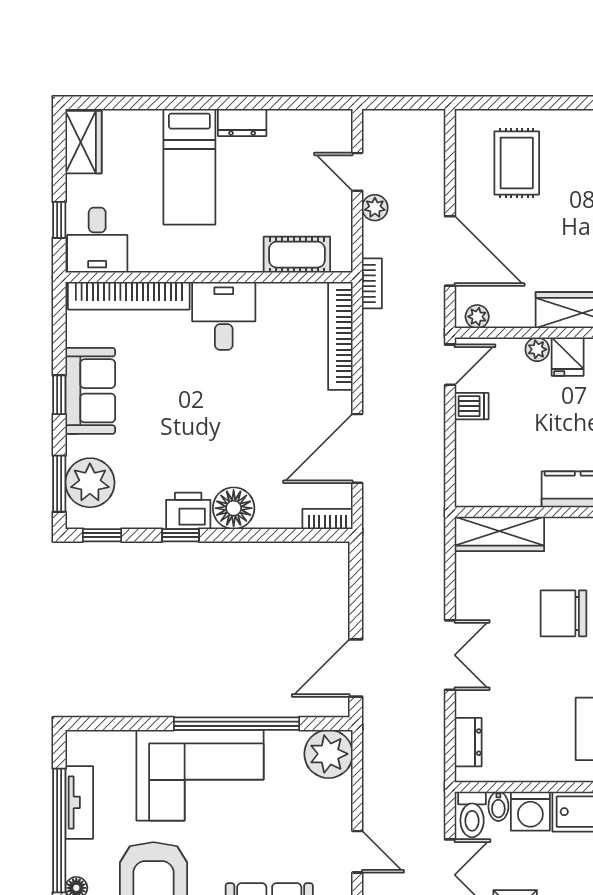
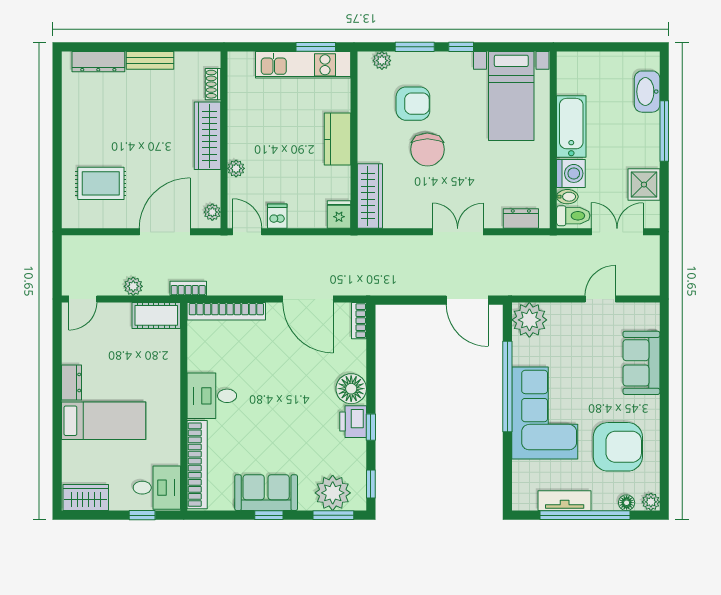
door: (357, 172) -> (83, 299), moved
cot: (297, 255) -> (156, 315), moved, turned 90
fridge: (568, 357) -> (339, 215), moved, turned -90

